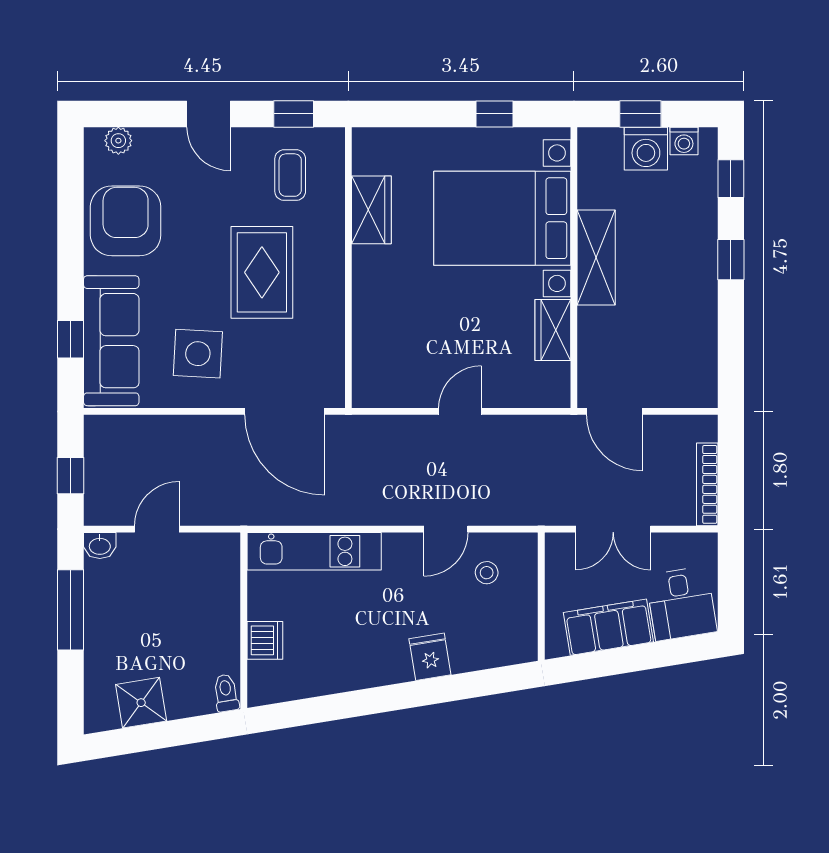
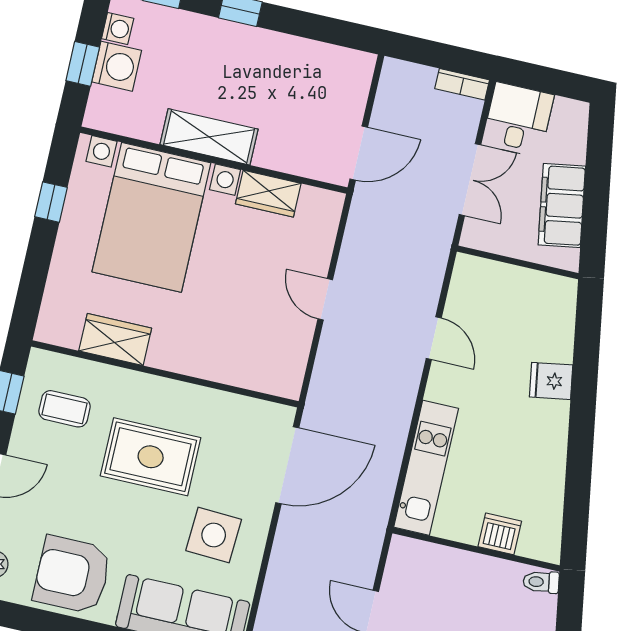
bookcase: (707, 484) -> (462, 84), width x0.64
stool: (487, 573) -> (484, 309), removed
desk: (681, 603) -> (518, 120), moved, turned -81

